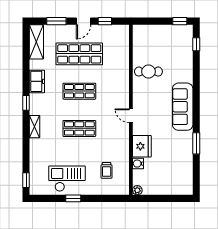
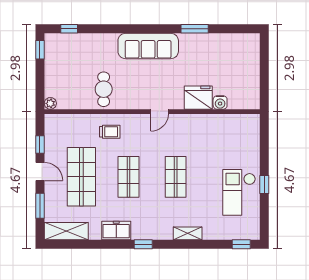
shelving: (35, 127) -> (188, 233), moved
trolley: (107, 170) -> (110, 132), moved
plant: (137, 190) -> (50, 103), moved

